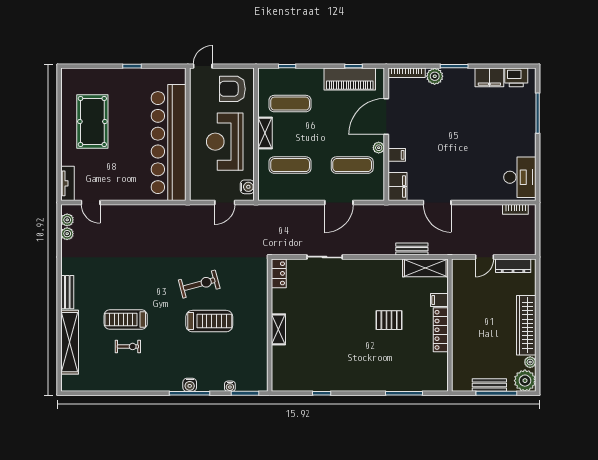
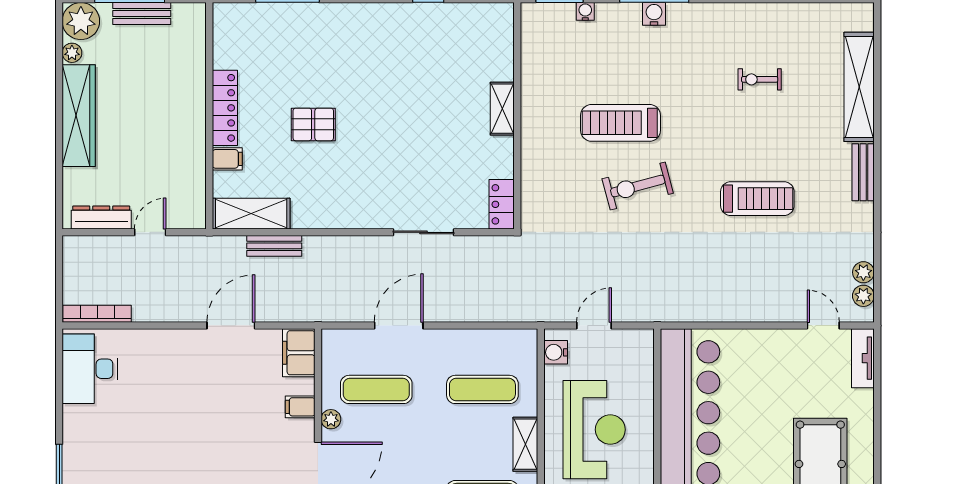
door: (437, 202) -> (231, 326), hinge flipped
bookcase: (515, 209) -> (97, 314), width x1.56
treadmill: (126, 319) -> (757, 199), moved

